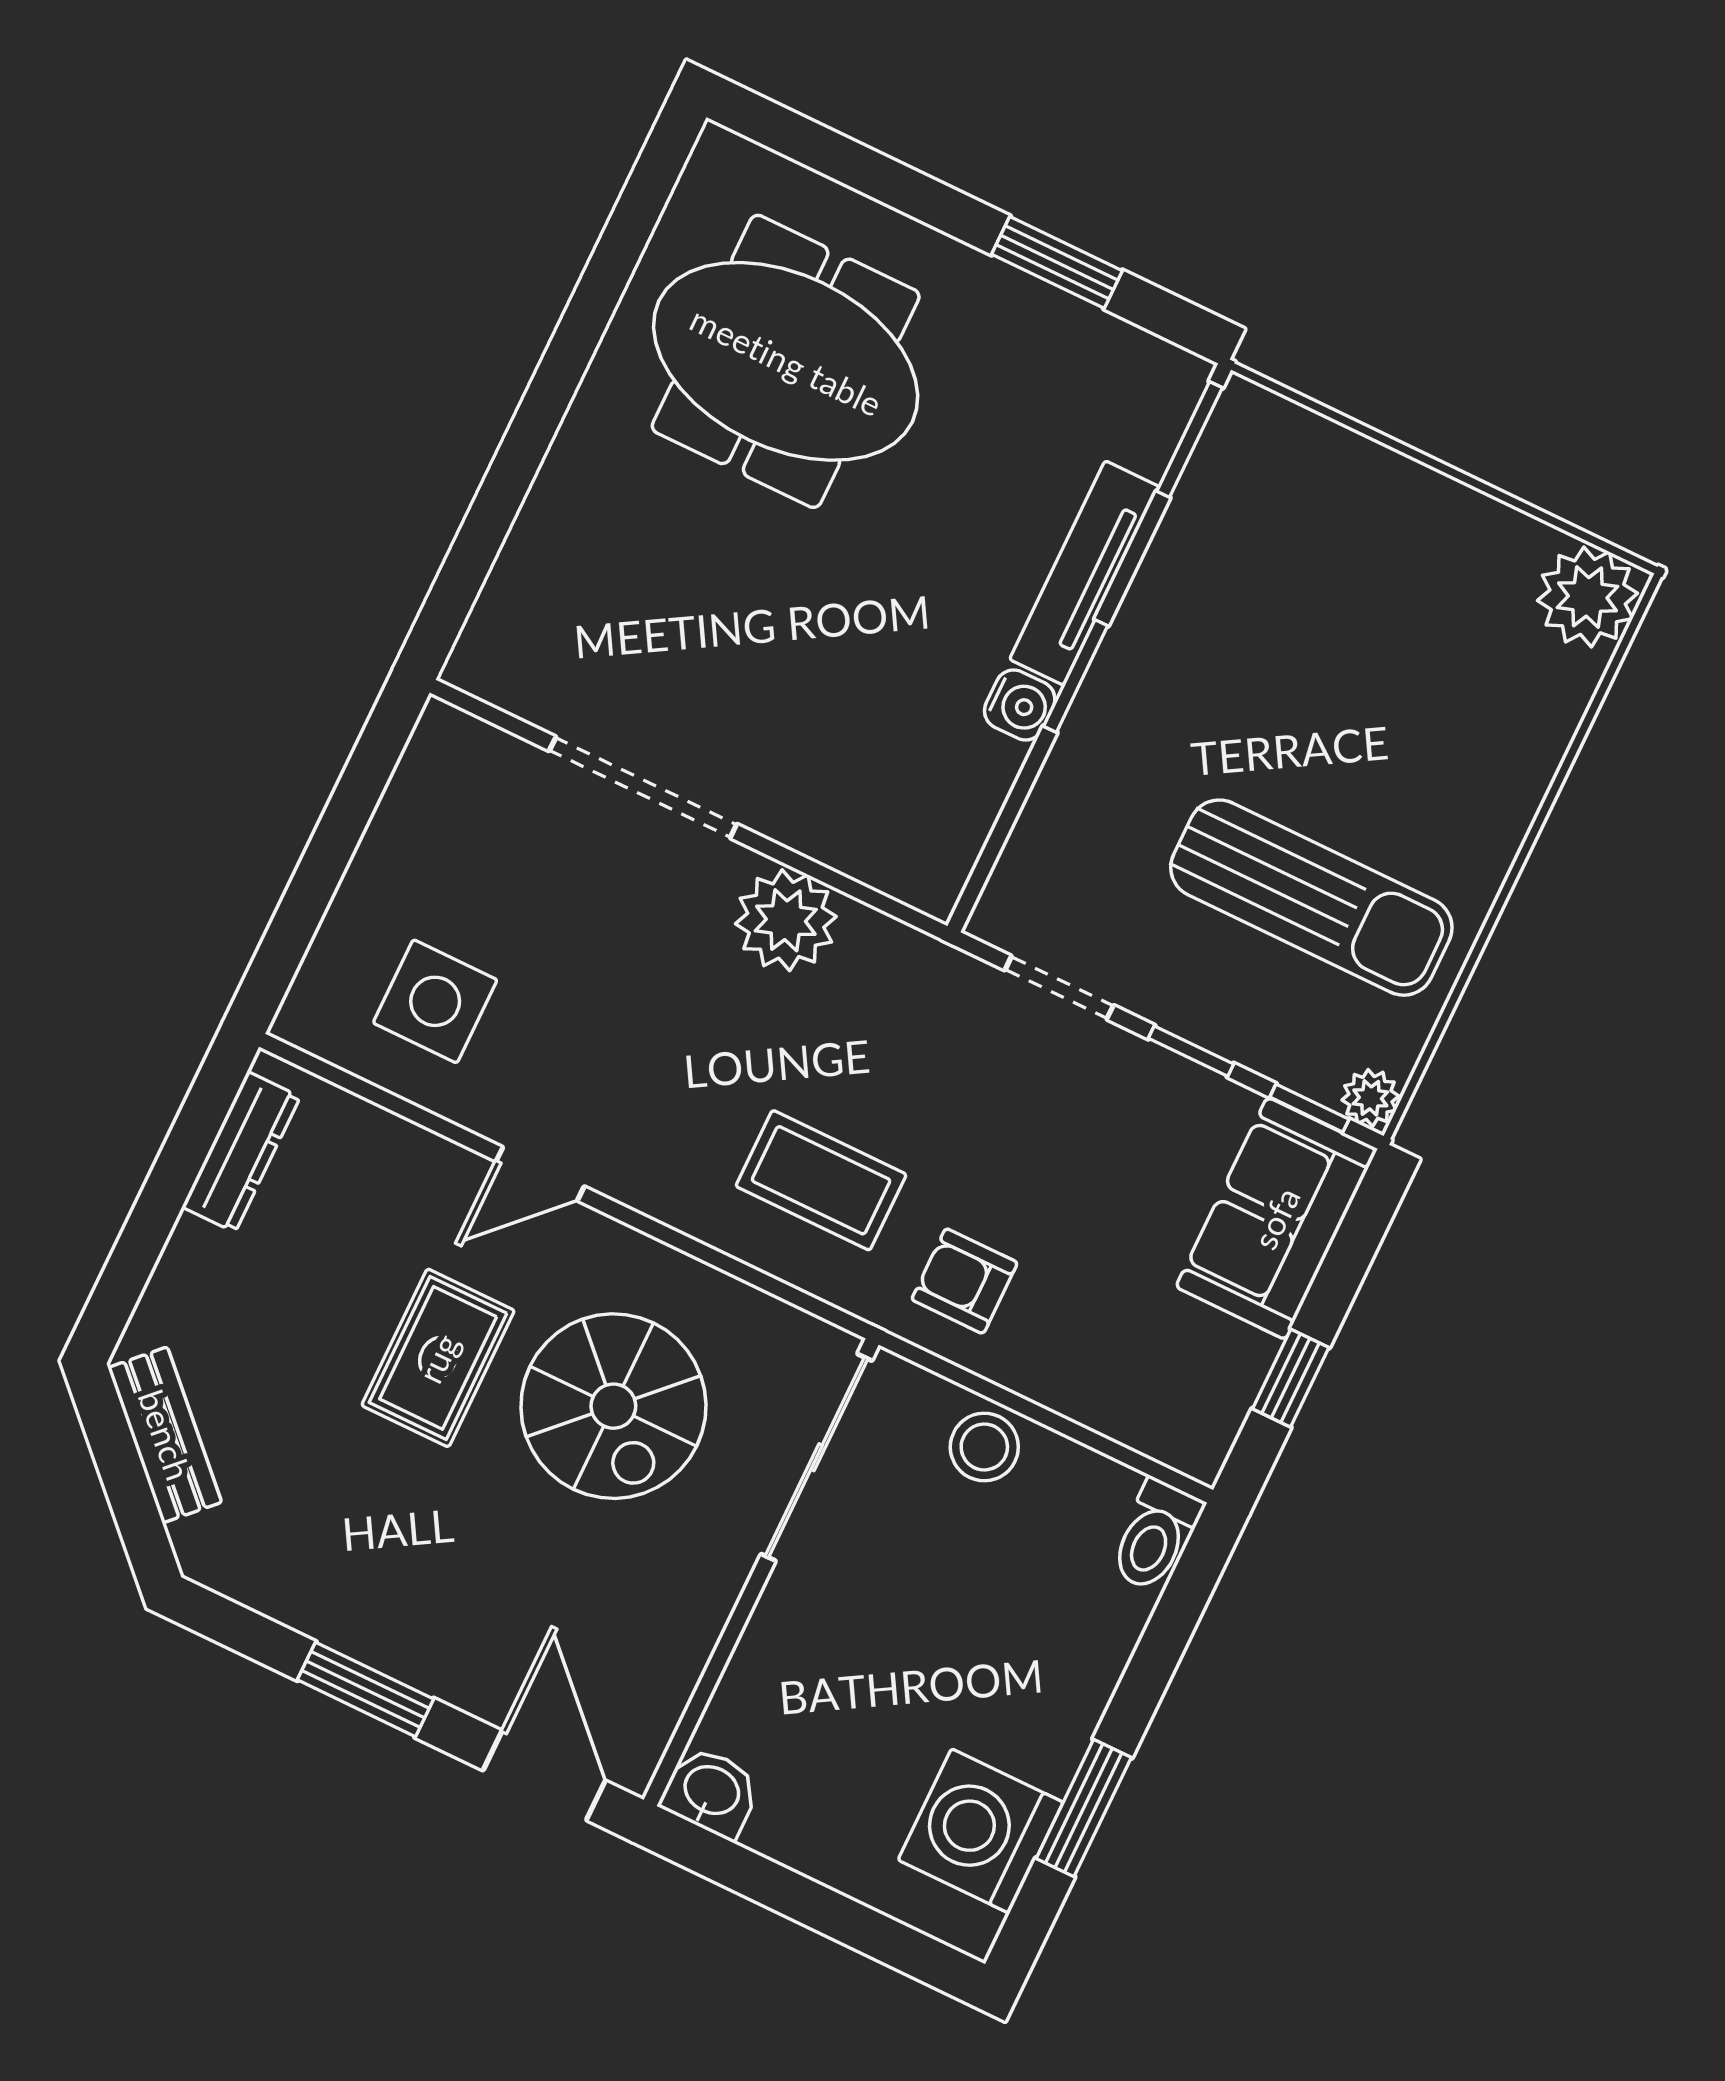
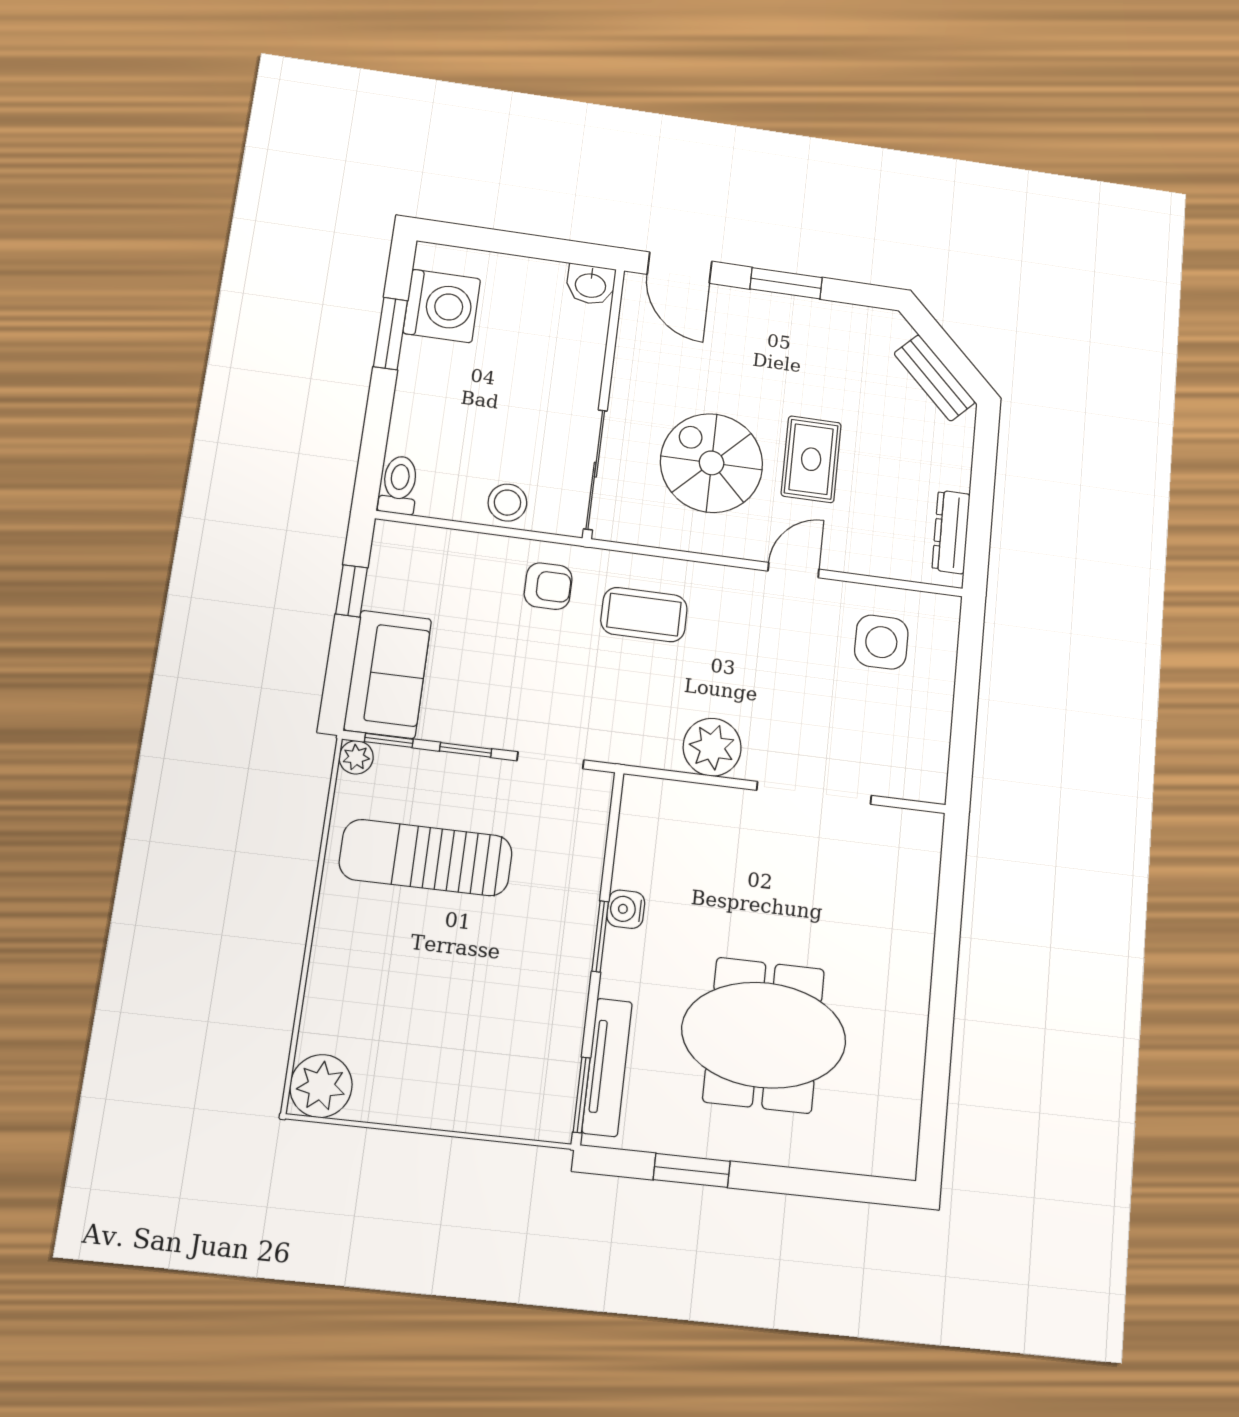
meeting table: (786, 361) -> (764, 1035), moved
tv unit: (1084, 573) -> (607, 1067), moved

